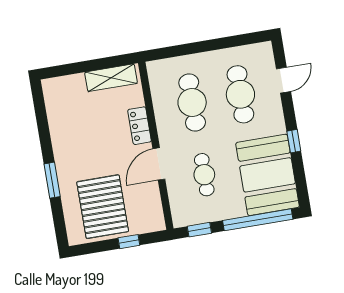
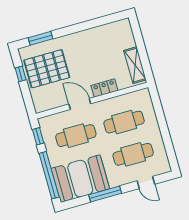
window: (294, 141) -> (105, 194), width x2.17
cafe table: (204, 175) -> (76, 136), width x1.37, depth x1.35
window: (52, 180) -> (41, 38), moved
window: (129, 242) -> (21, 74), moved

